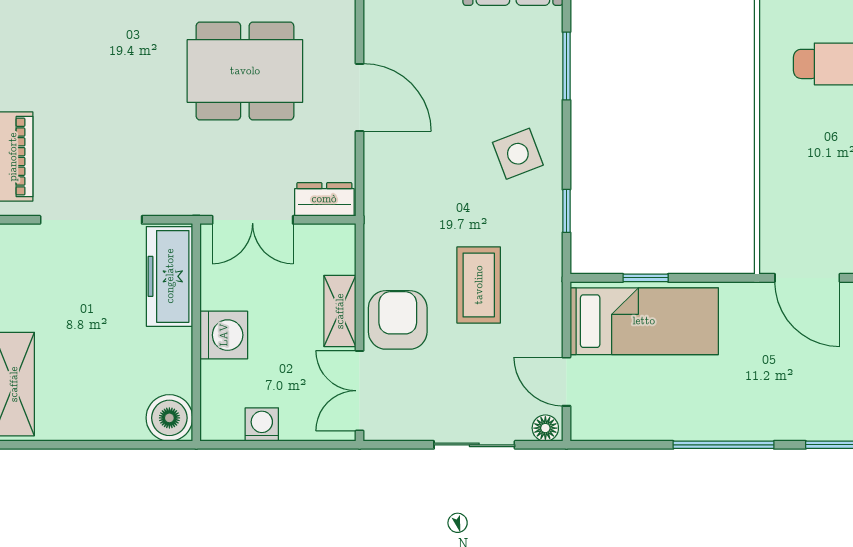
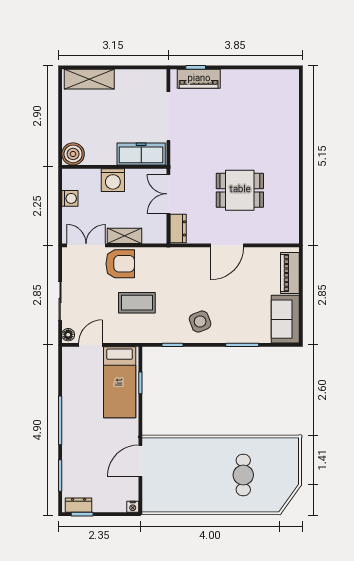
dining table: (245, 71) -> (240, 190), width x0.73

